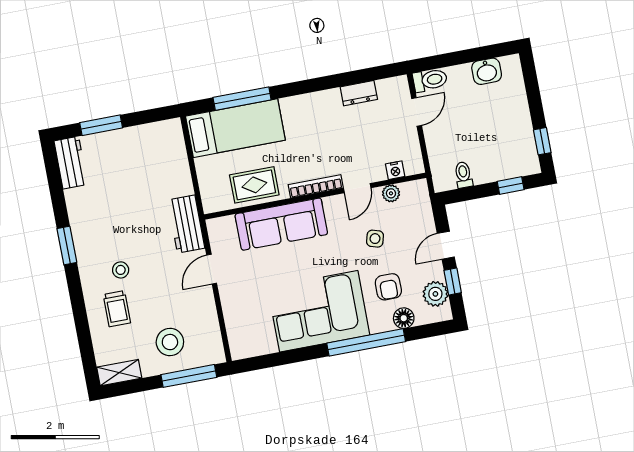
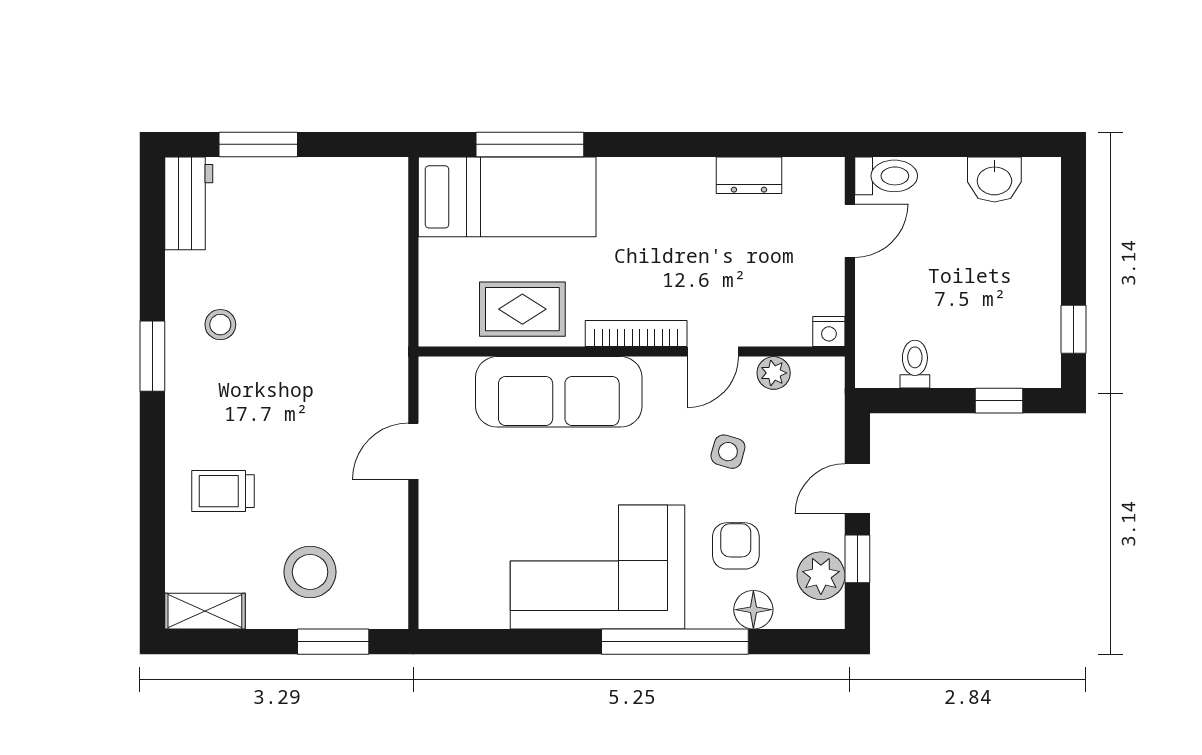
nightstand: (395, 170) -> (829, 331), moved
workbench: (186, 224) -> (382, 358), removed
stool: (121, 270) -> (220, 325), moved
armchair: (388, 287) -> (736, 546), turned 180
trolley: (117, 309) -> (223, 491), turned 90
window: (189, 376) -> (333, 642), width x0.69

